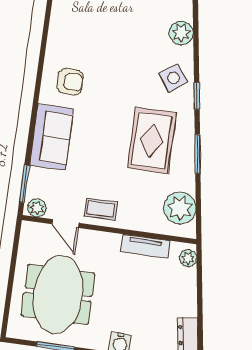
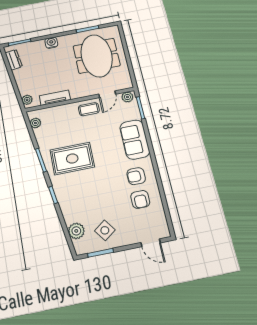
armchair: (77, 46) -> (140, 199), added
side table: (173, 78) -> (105, 230), moved
rug: (152, 140) -> (72, 158), turned 90
plant: (180, 208) -> (35, 123), width x0.53, depth x0.53
door: (65, 224) -> (107, 94), swing flipped

